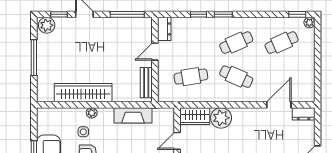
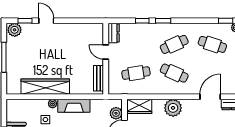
window: (127, 14) -> (82, 21), removed
cafe table: (282, 43) -> (212, 44), turned 42
door: (155, 52) -> (106, 52), hinge flipped
fireplace: (133, 115) -> (74, 106), moved
plant: (221, 118) -> (173, 108), moved
plant: (167, 124) -> (116, 113), added

